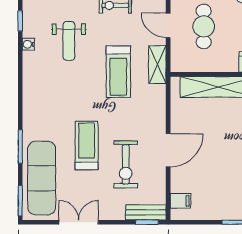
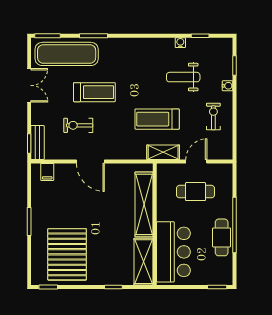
exercise bike: (126, 164) -> (78, 125), width x0.73, depth x0.72

